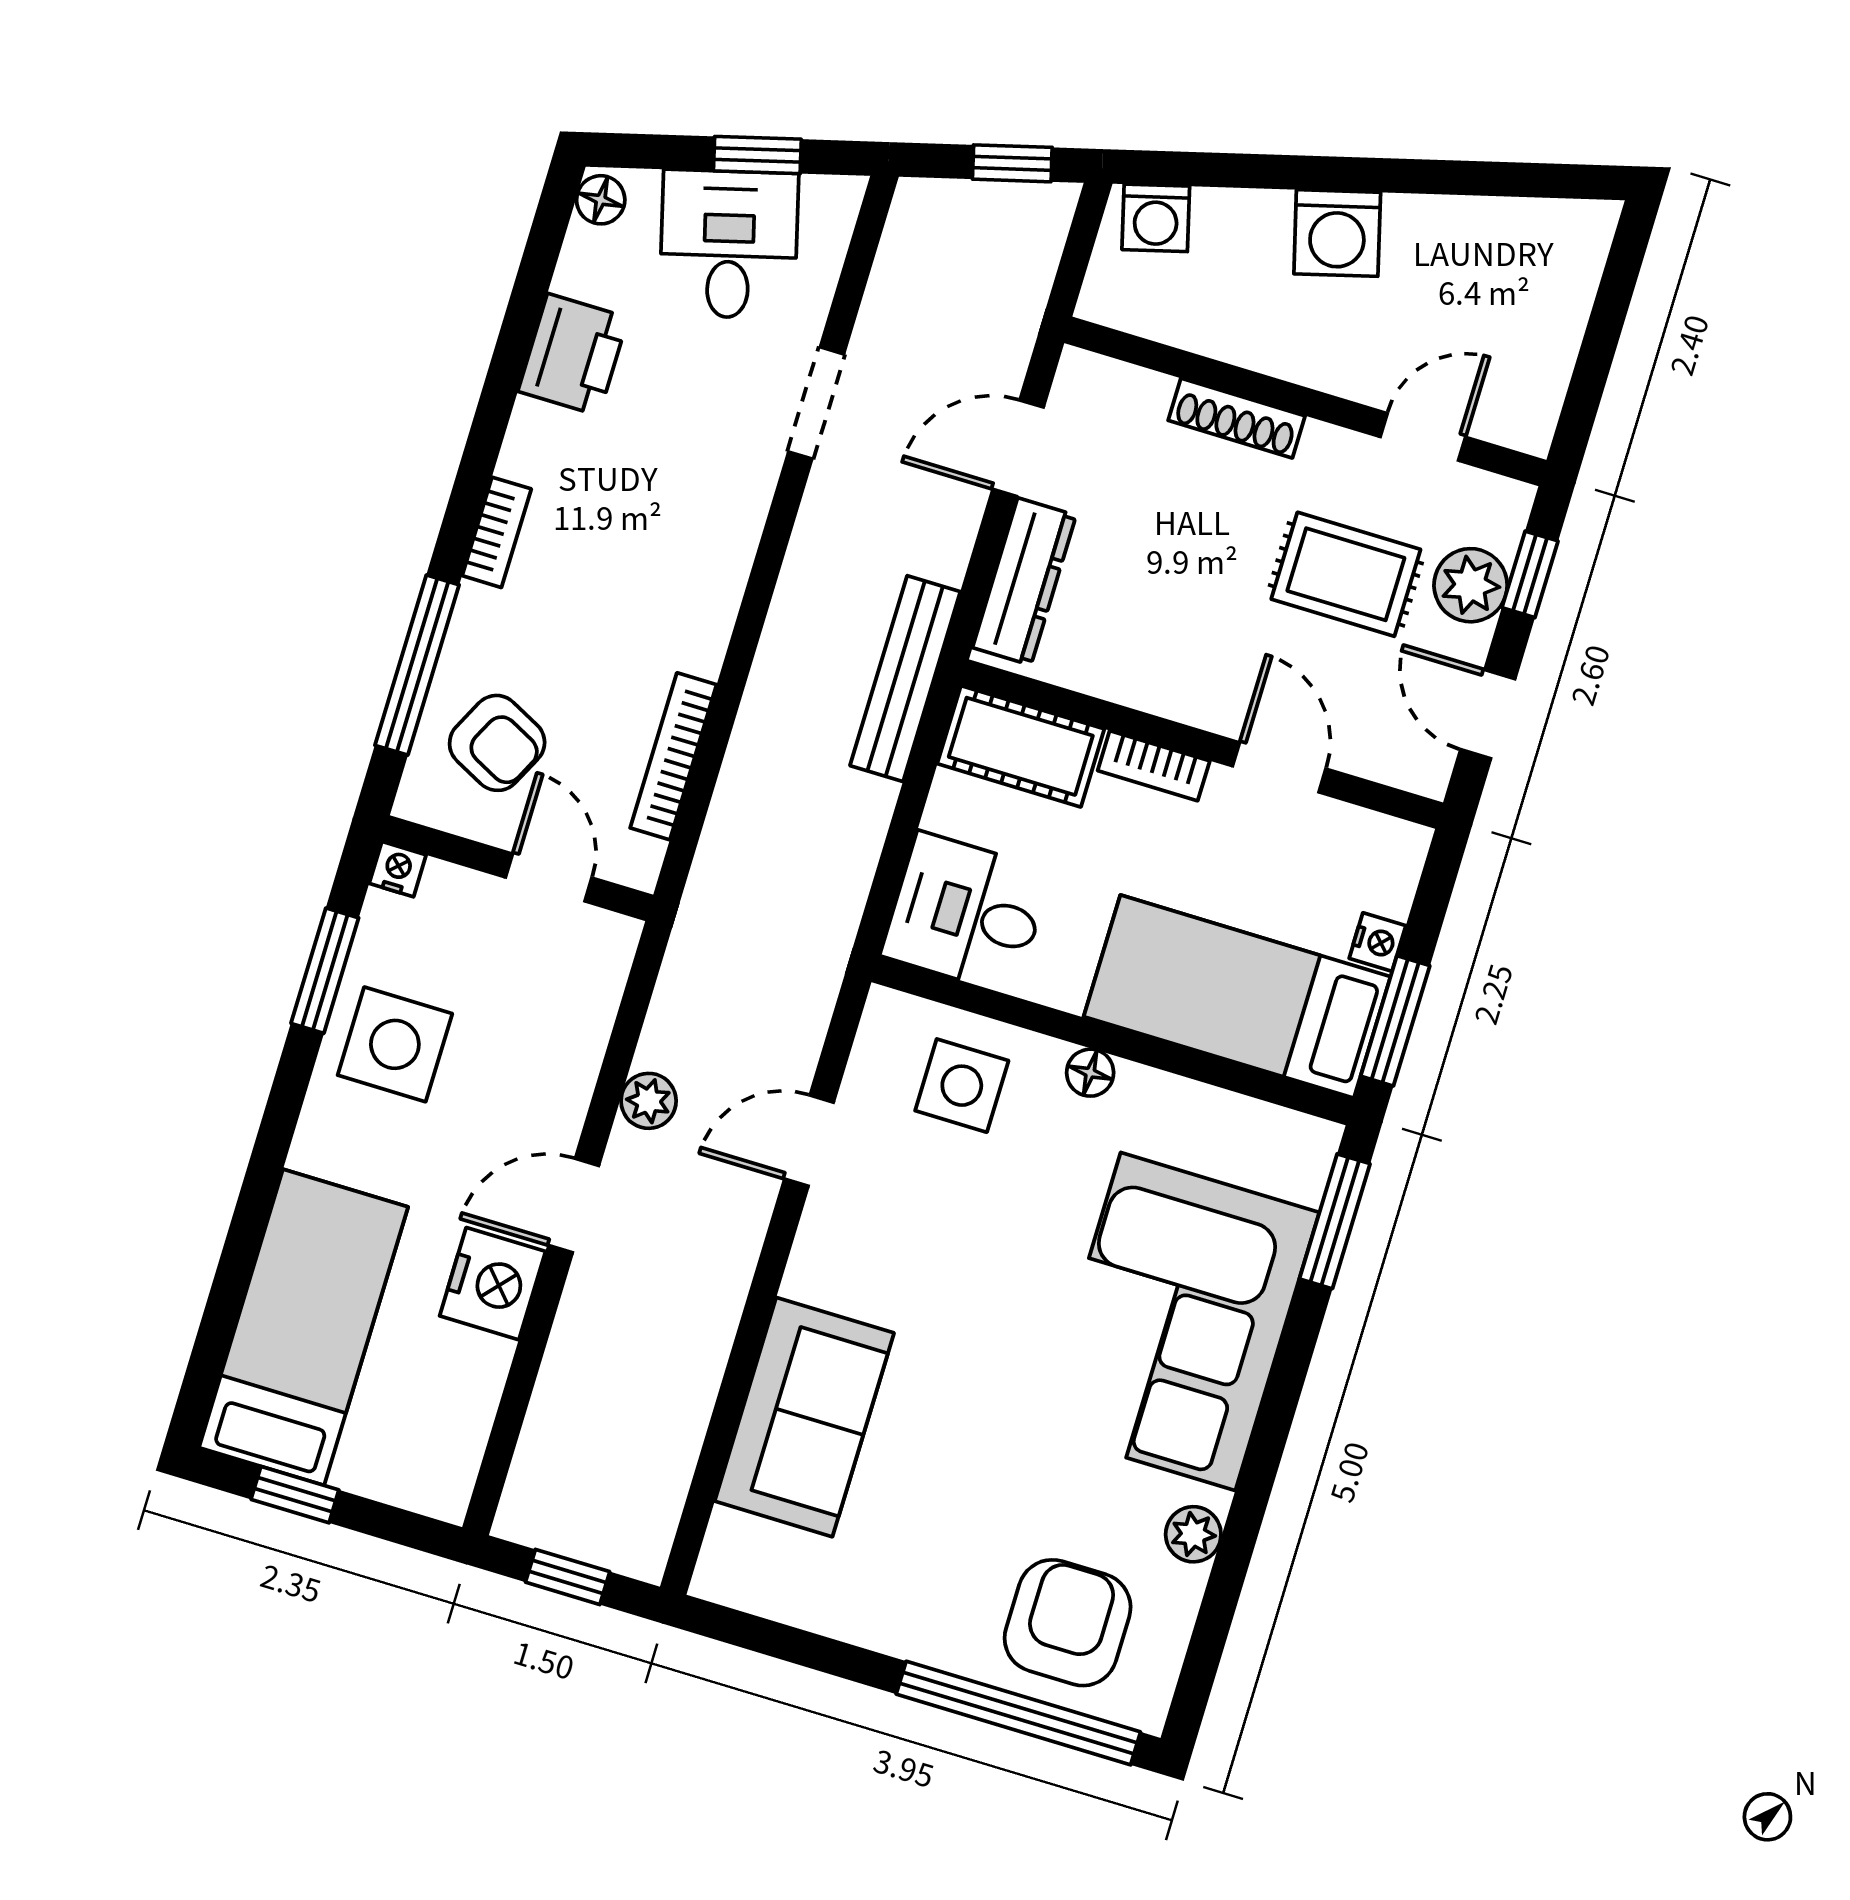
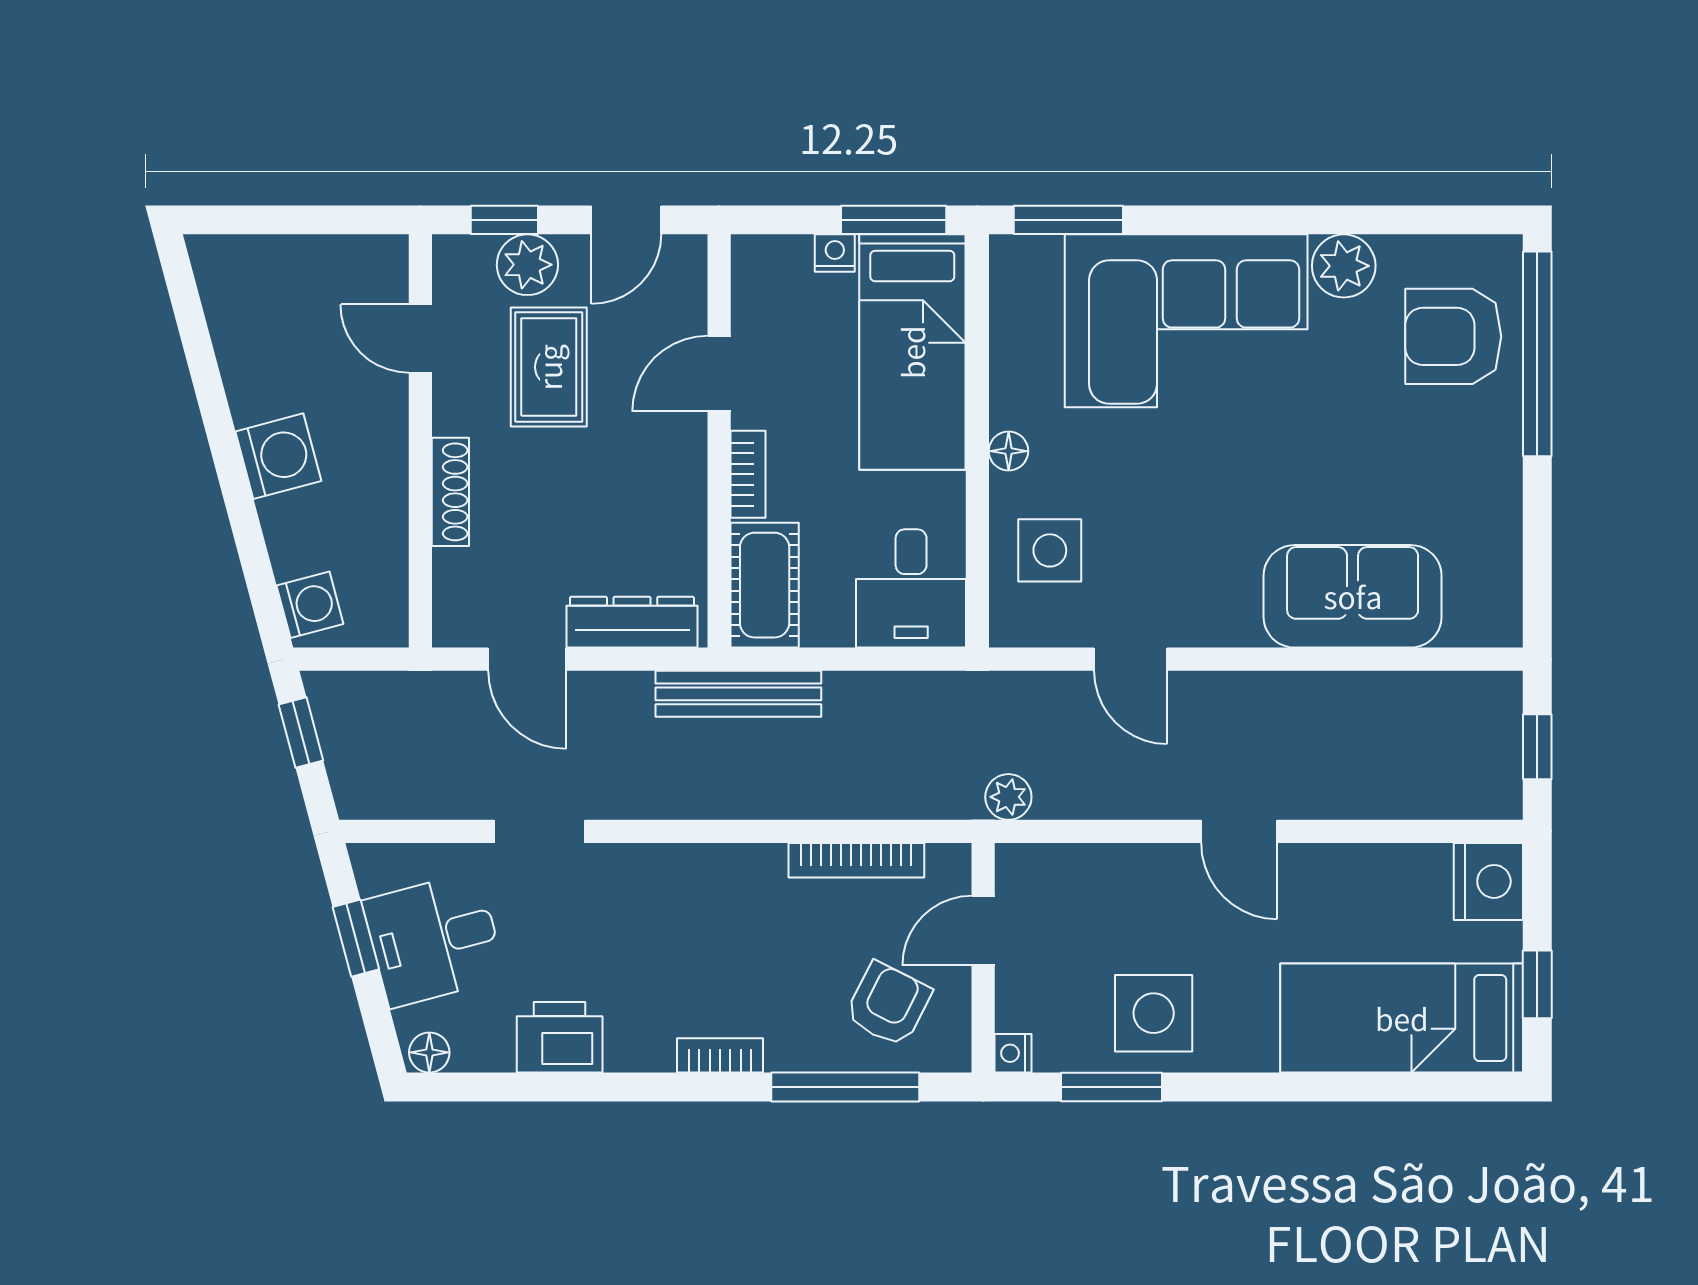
plant: (649, 1101) -> (1008, 797), moved
nightstand: (493, 1284) -> (1488, 881), moved, turned 90
plant: (1193, 1534) -> (1344, 266), width x1.38, depth x1.38

